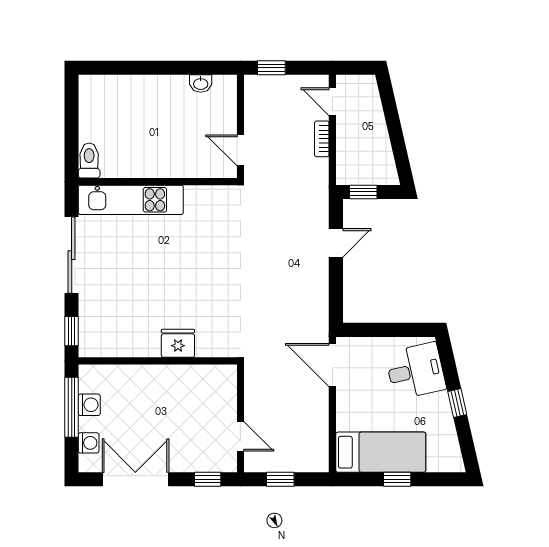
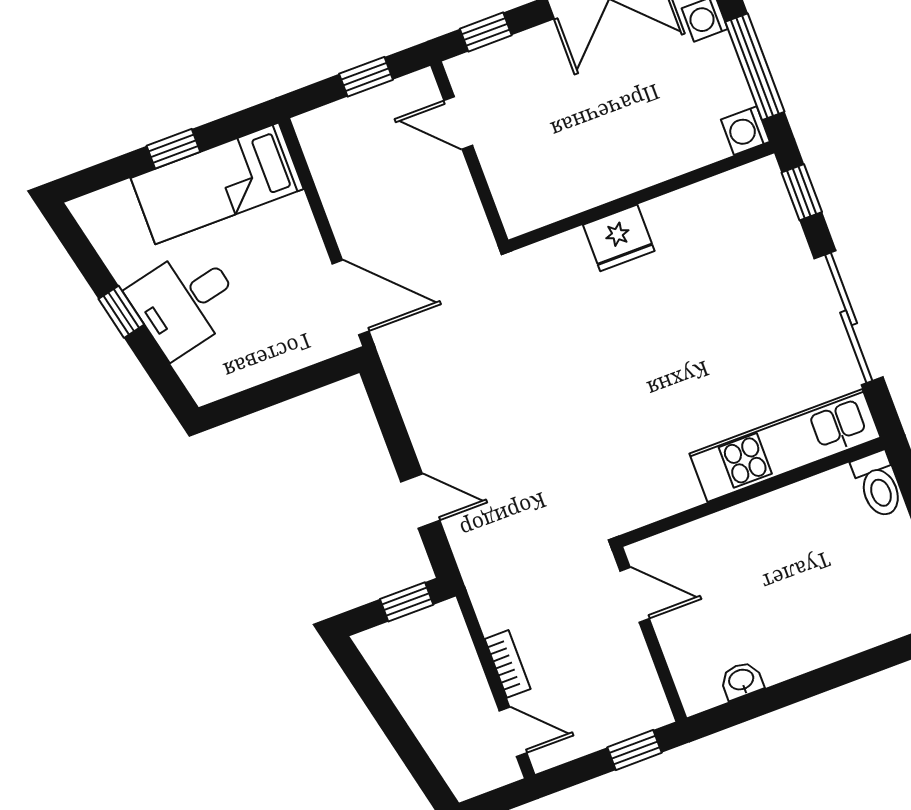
door: (336, 243) -> (420, 501), swing flipped
desk: (416, 371) -> (185, 301), moved
washing machine: (89, 405) -> (745, 131), moved

